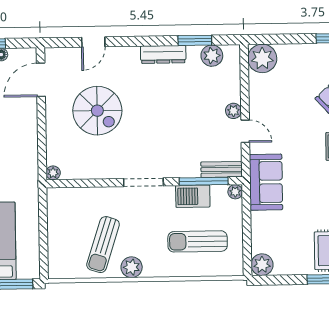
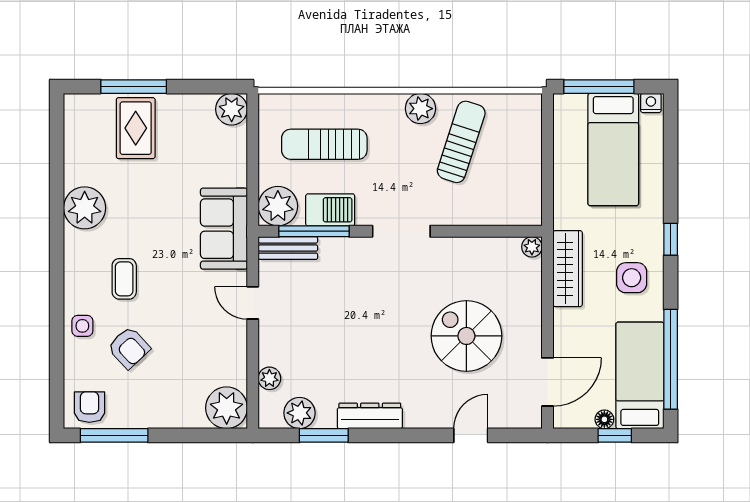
plant: (233, 111) -> (269, 378), moved
wardrobe: (28, 158) -> (568, 269), added
plant: (235, 192) -> (278, 206), width x1.88, depth x1.88
sun lounger: (198, 241) -> (324, 144), turned 180

